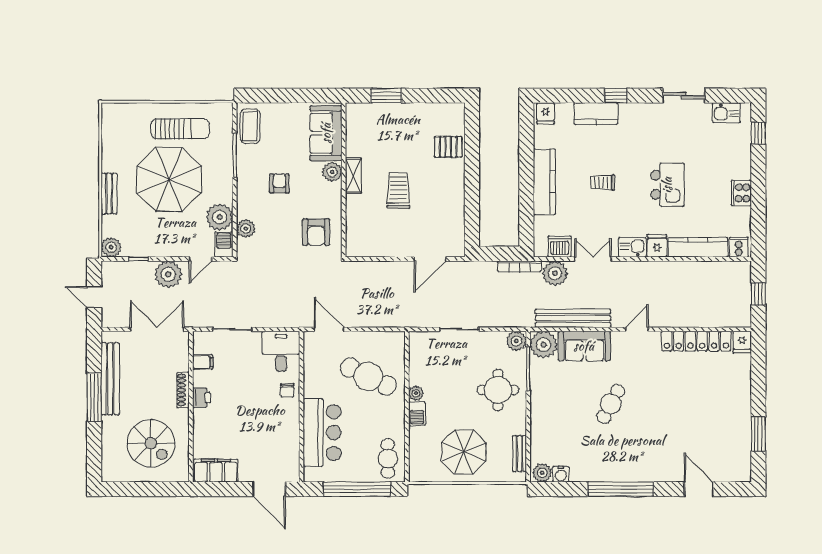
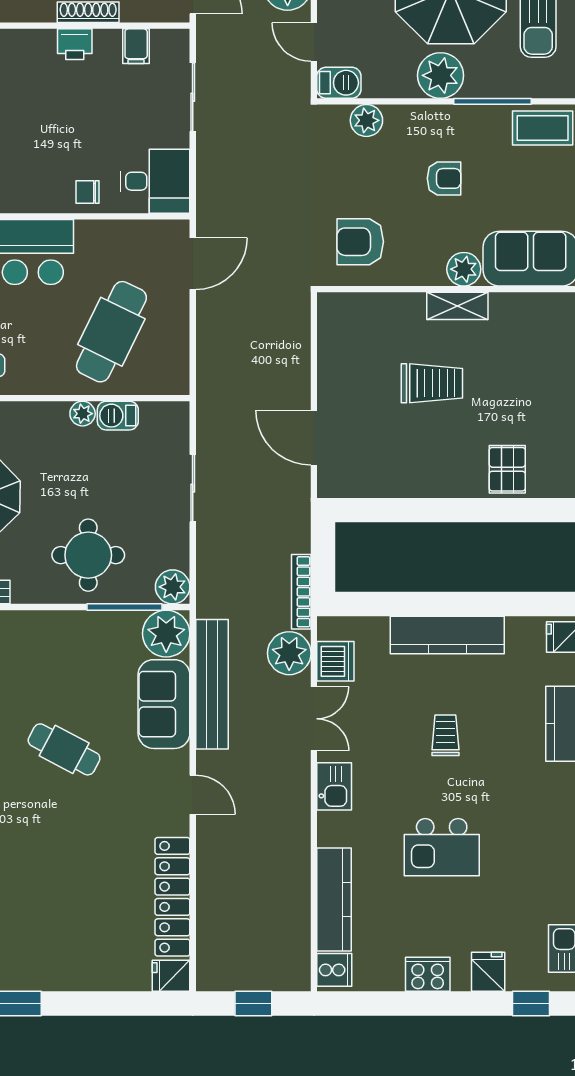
plant: (220, 217) -> (441, 75), moved
fridge: (657, 246) -> (488, 972), moved, turned -90
barbecue: (417, 414) -> (118, 416), moved

